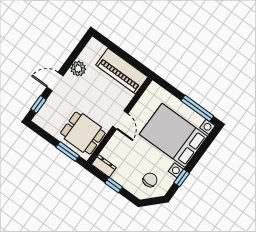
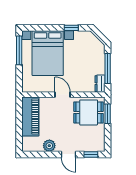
door: (120, 120) -> (63, 95), hinge flipped
dining table: (83, 133) -> (89, 112), turned 90
chair: (150, 180) -> (87, 47), removed
window: (114, 185) -> (108, 68), width x2.17

